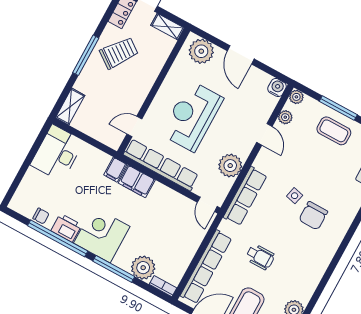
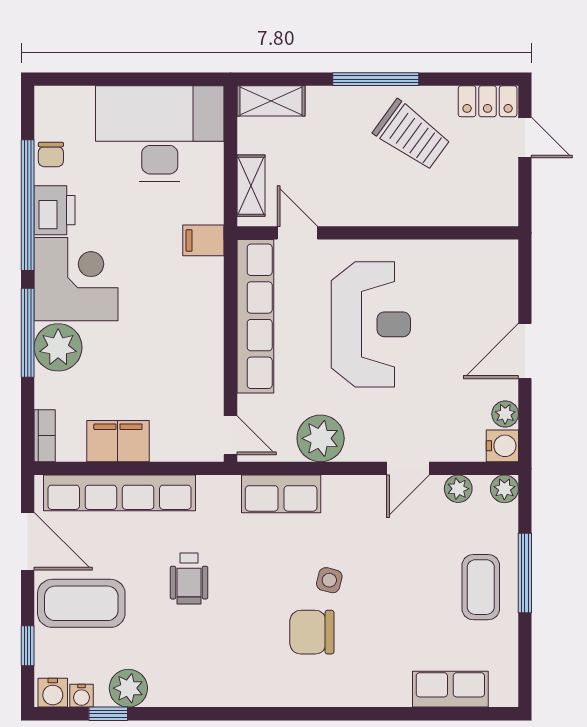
shelving: (168, 27) -> (251, 186), moved
plant: (201, 51) -> (505, 414), moved, width x0.53, depth x0.53
reception desk: (192, 116) -> (371, 324), turned 90
desk: (57, 153) -> (160, 134), width x1.36, depth x1.30
filing cabinet: (137, 181) -> (118, 441), moved, turned 90
row of seats: (245, 196) -> (281, 494), width x0.68
door: (207, 204) -> (231, 435), swing flipped
plant: (143, 268) -> (58, 347), moved

